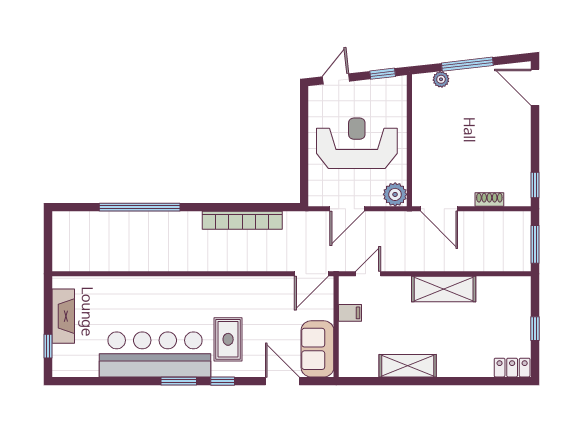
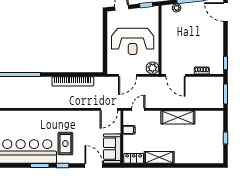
reception desk: (357, 143) -> (133, 41), turned 180
locker: (512, 368) -> (134, 158), moved

